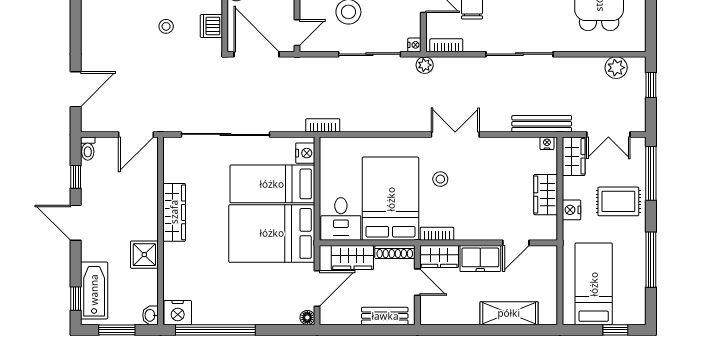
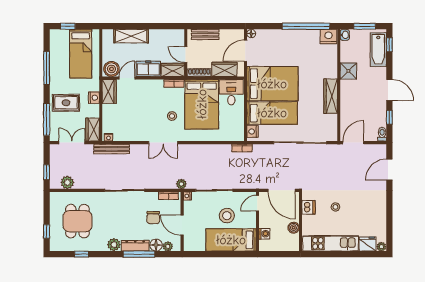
wardrobe: (546, 195) -> (109, 92), moved
boiler: (542, 258) -> (111, 69), added

